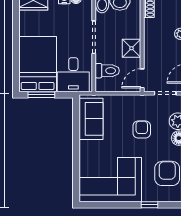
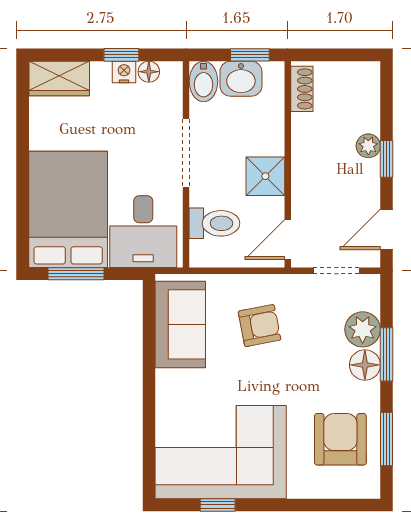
armchair: (142, 129) -> (259, 326), moved, turned 79
window: (149, 205) -> (218, 505), moved

